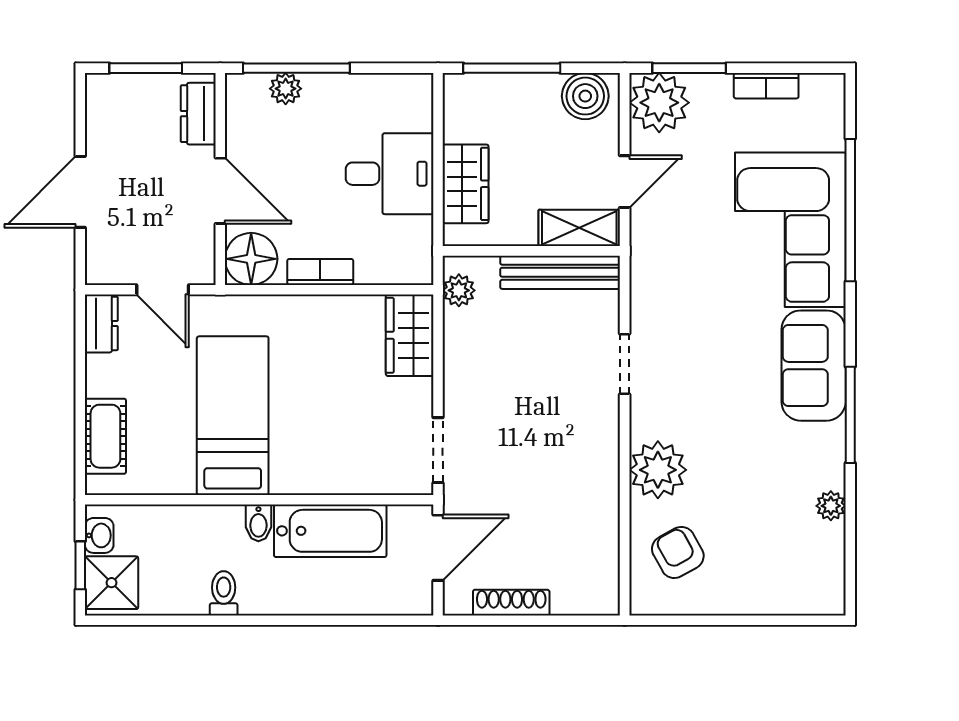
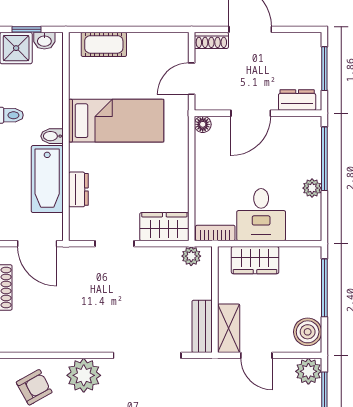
plant: (286, 89) -> (312, 188), moved
plant: (659, 103) -> (308, 371), width x0.73, depth x0.73
shoe rack: (99, 257) -> (211, 40), added
floor lamp: (251, 259) -> (203, 124), width x0.53, depth x0.53
bookcase: (320, 272) -> (215, 233), moved, turned -90
bench: (560, 272) -> (202, 326), width x0.73
dresser: (101, 323) -> (78, 189), moved, turned -90
doorway: (625, 364) -> (147, 355), width x1.87
doorway: (438, 450) -> (114, 244), moved

